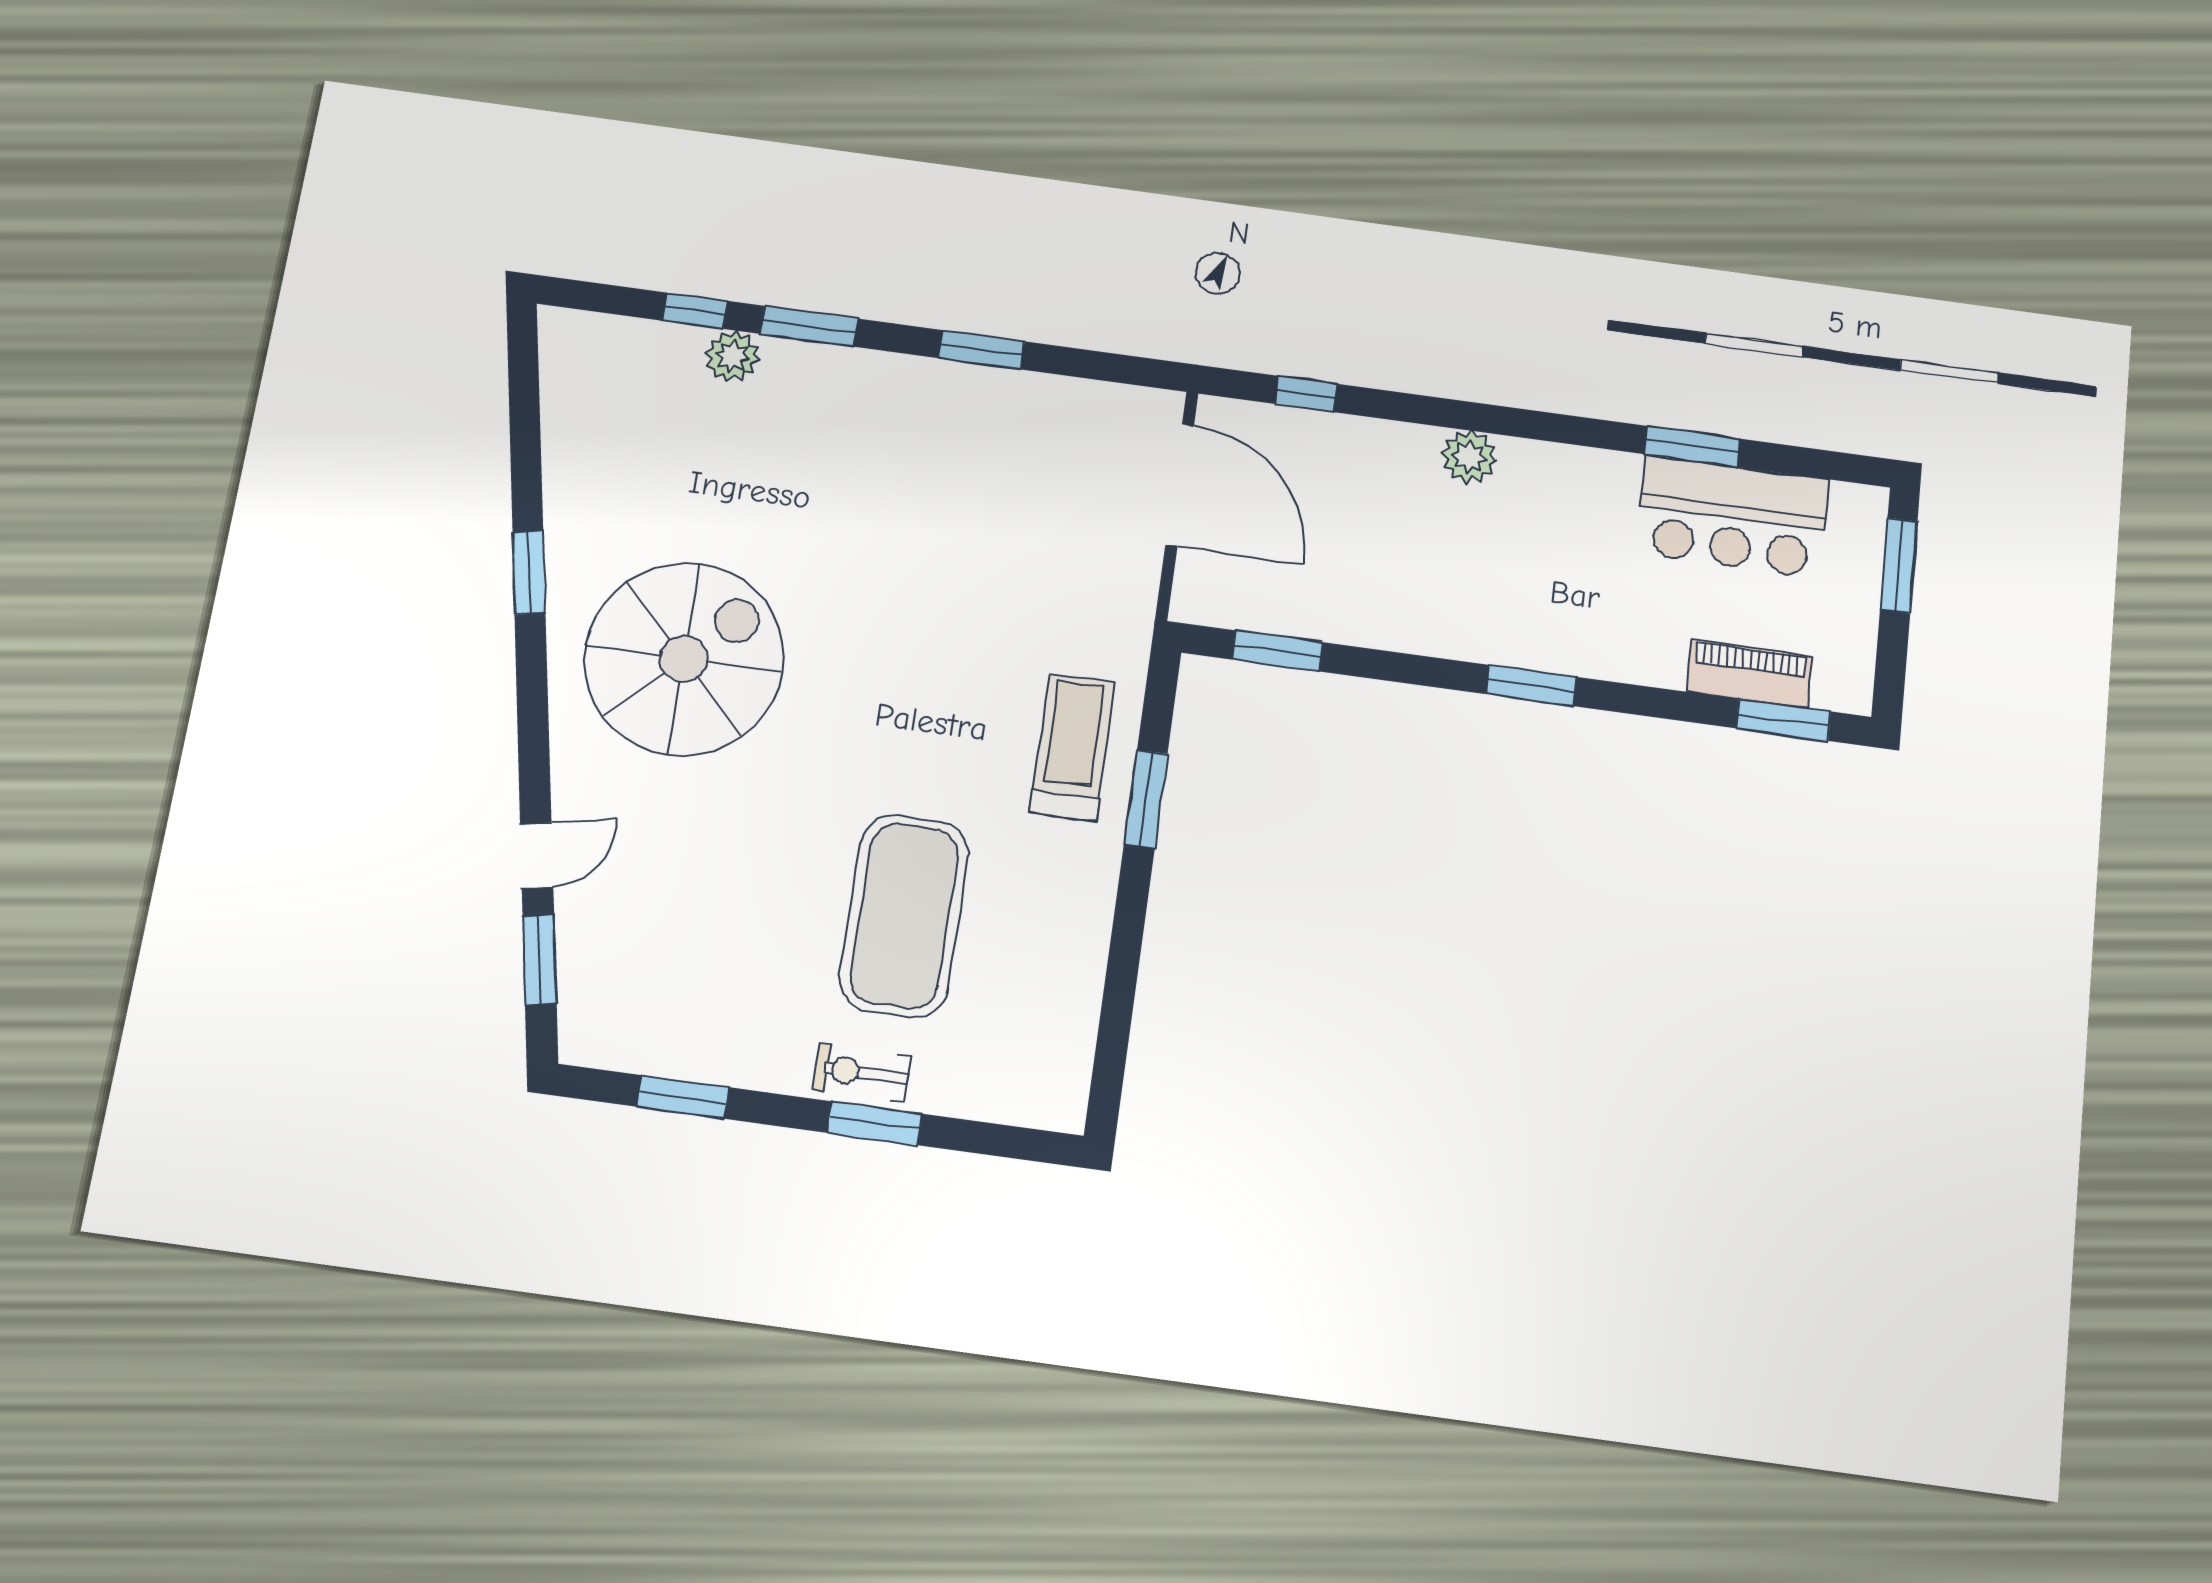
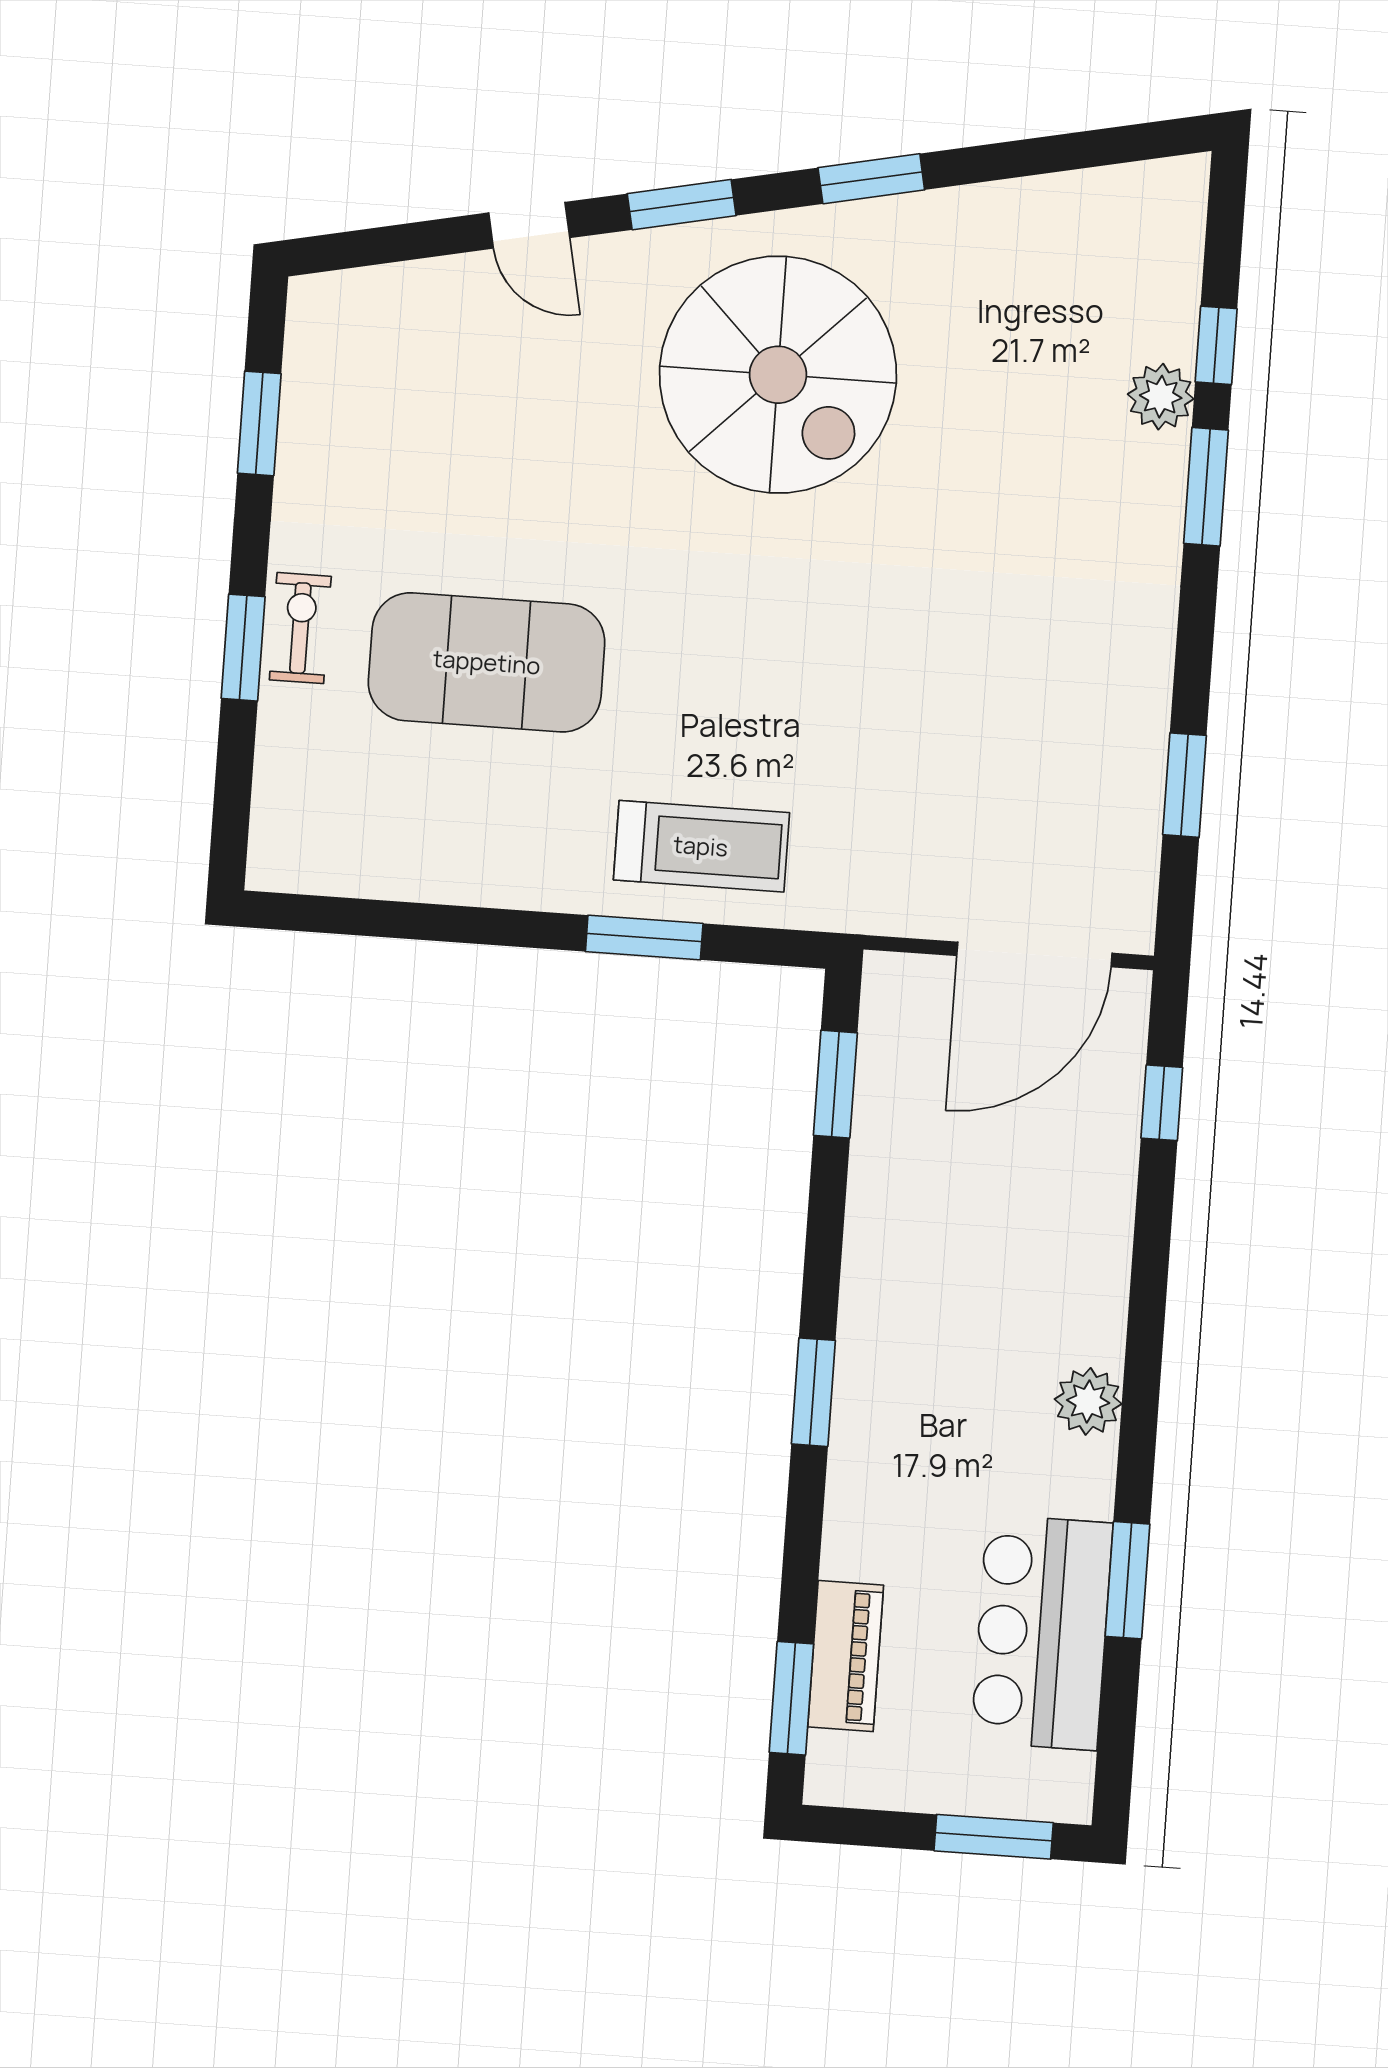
window: (981, 350) -> (1185, 785), moved
plant: (1469, 457) -> (1088, 1401), moved
window: (540, 960) -> (682, 205), moved

